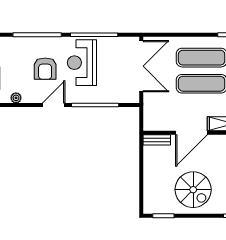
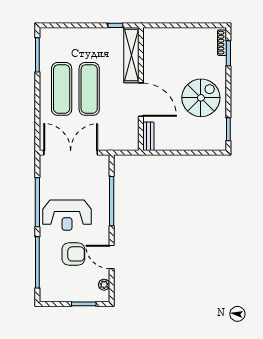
door: (54, 105) -> (112, 257), moved

